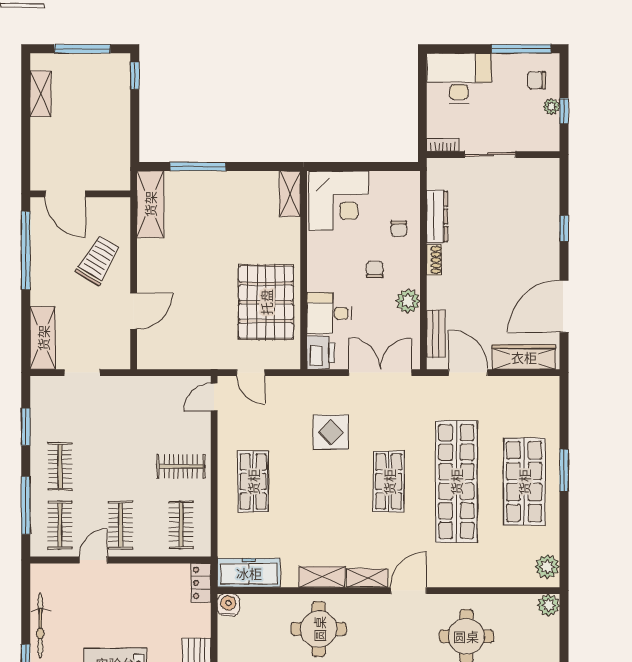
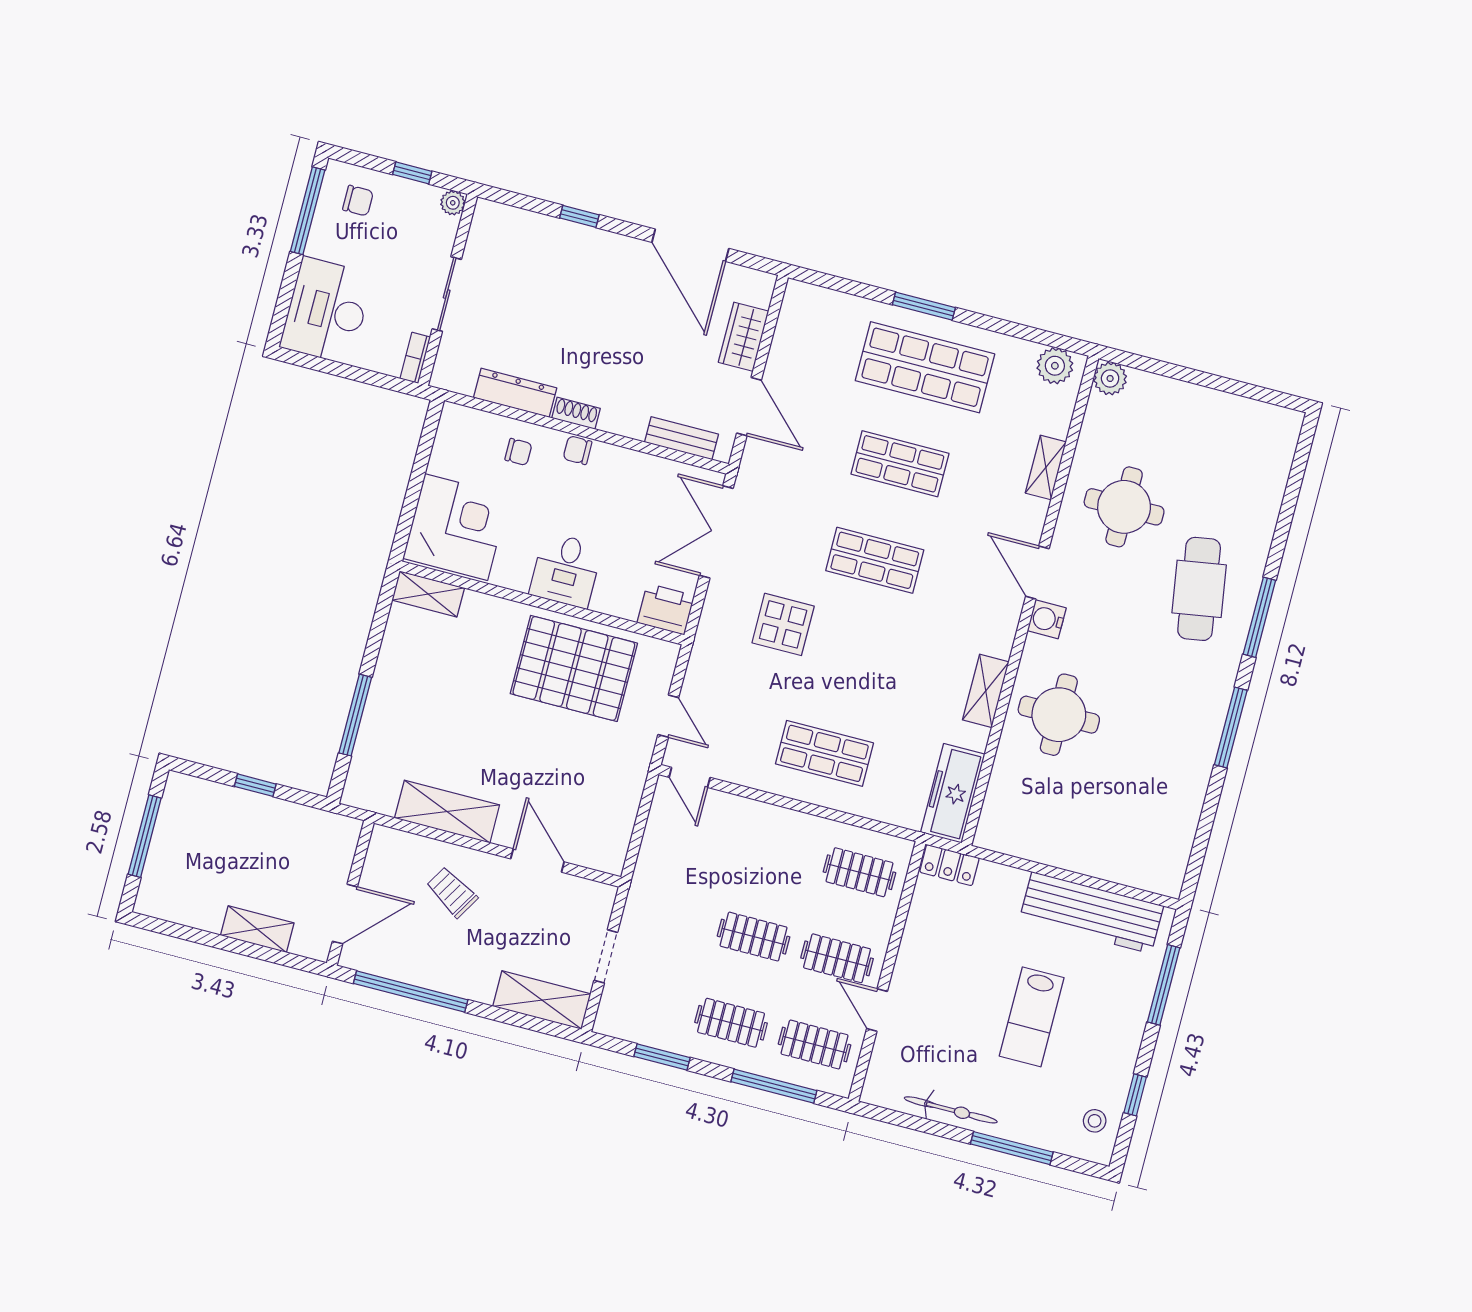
window: (135, 76) -> (255, 785), moved
chair: (537, 80) -> (358, 201), turned -90
shelving: (40, 94) -> (257, 929), moved
plant: (551, 107) -> (453, 203), moved
shelving: (150, 204) -> (447, 812), moved
trolley: (98, 260) -> (452, 892), width x0.73, depth x0.72
chair: (375, 270) -> (577, 450), moved
plant: (408, 301) -> (625, 466), removed
desk: (329, 313) -> (566, 570), moved
wardrobe: (524, 357) -> (744, 337), width x0.67
door: (251, 373) -> (668, 716), hinge flipped
door: (468, 373) -> (749, 407), swing flipped
clothes rail: (181, 466) -> (754, 937), moved, turned 90
shop shelf: (456, 482) -> (900, 464), width x0.50, depth x0.74
shelving: (367, 578) -> (1046, 468), moved
water cooler: (228, 605) -> (1047, 619), moved

